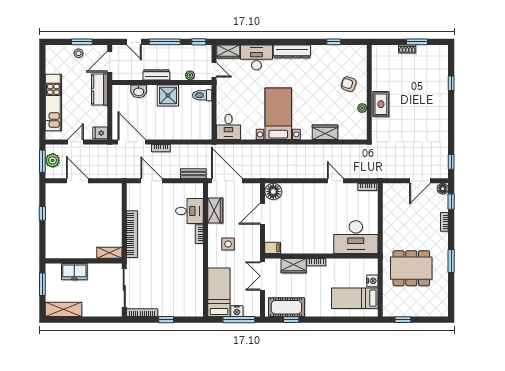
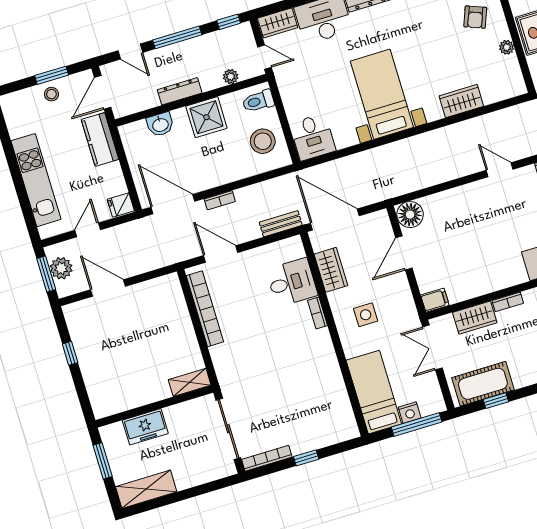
armchair: (349, 84) -> (475, 17), turned -88
stool: (198, 120) -> (263, 141), added
bookcase: (132, 234) -> (205, 309), moved

